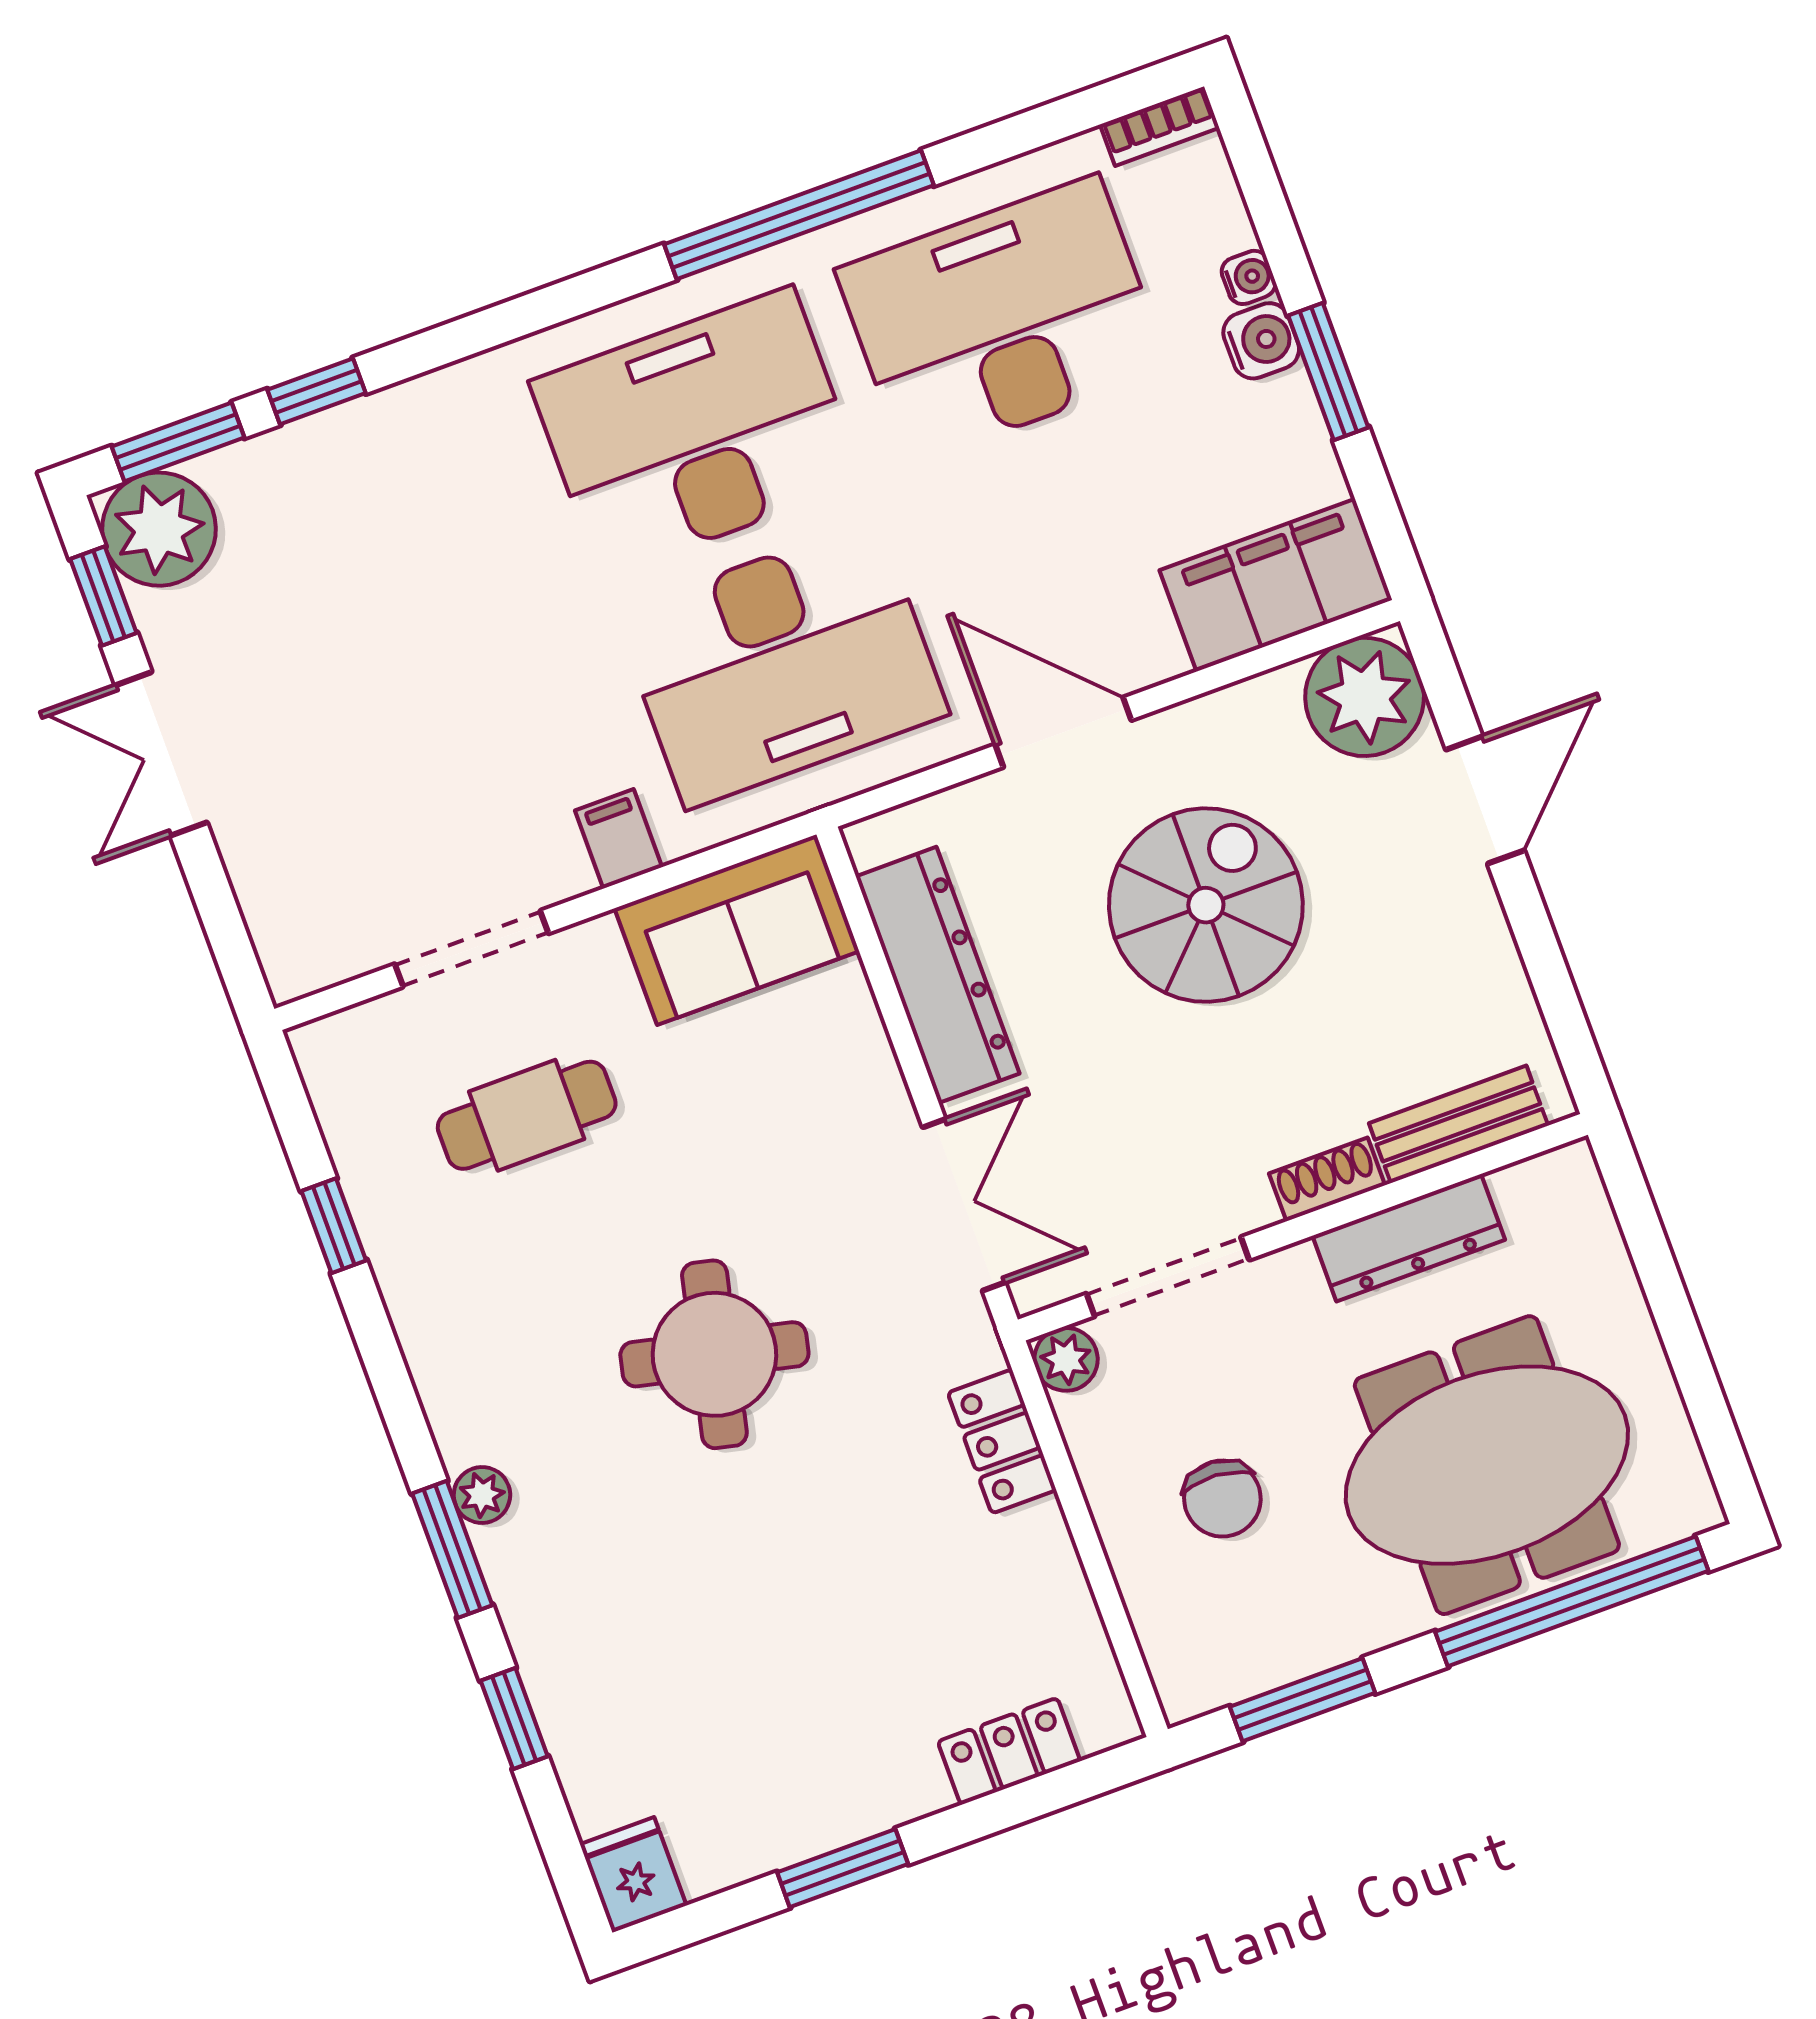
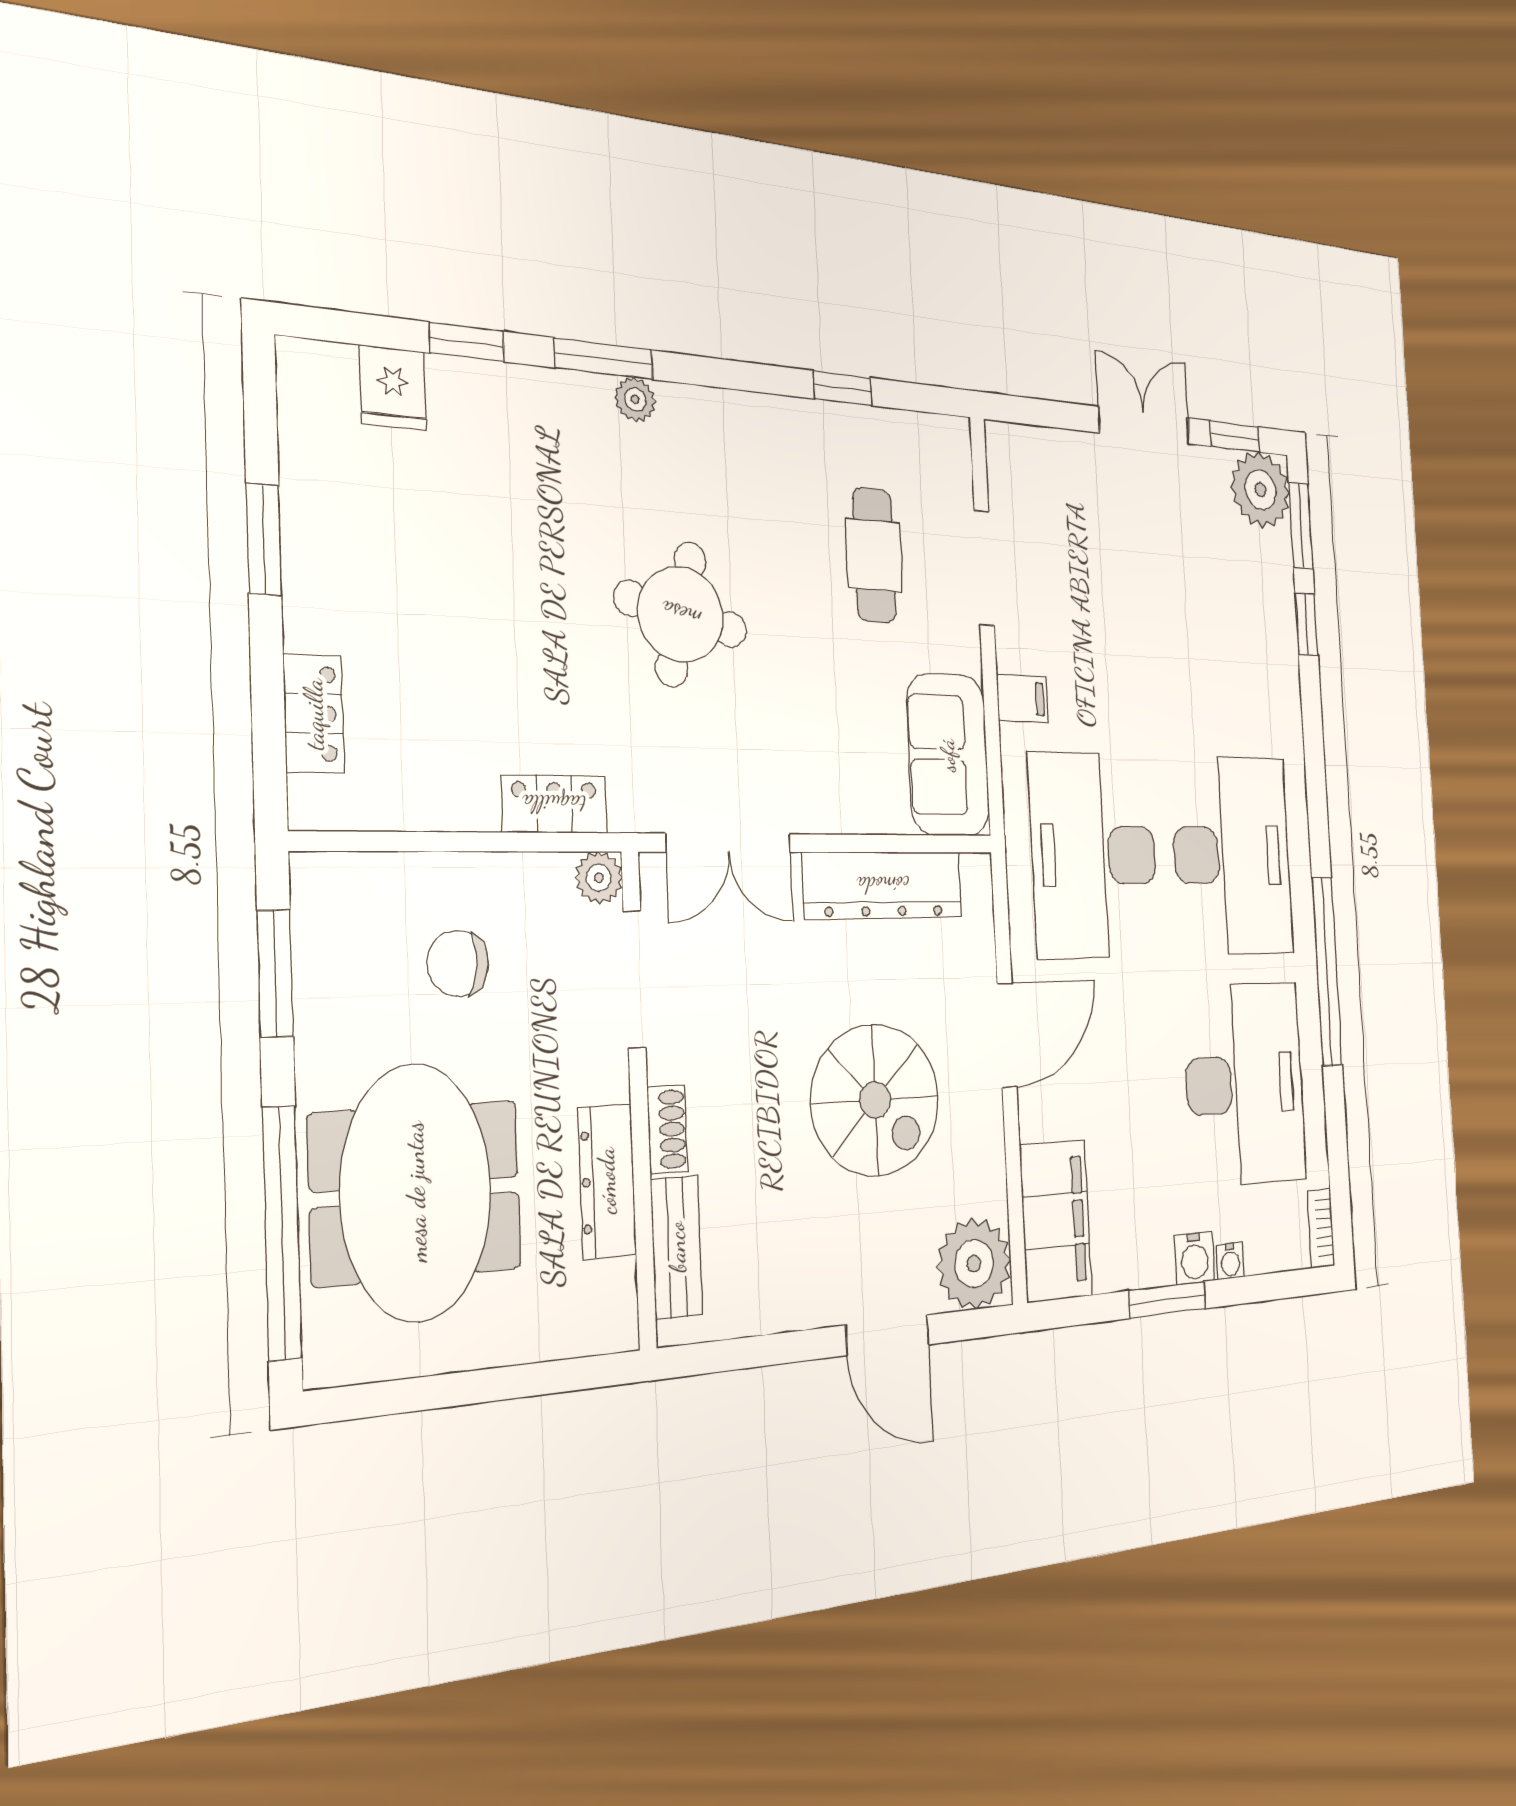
fridge: (633, 1875) -> (393, 388), moved, turned 90

